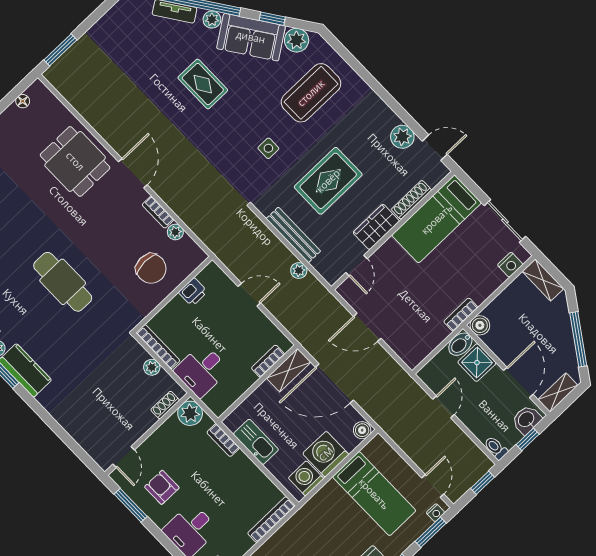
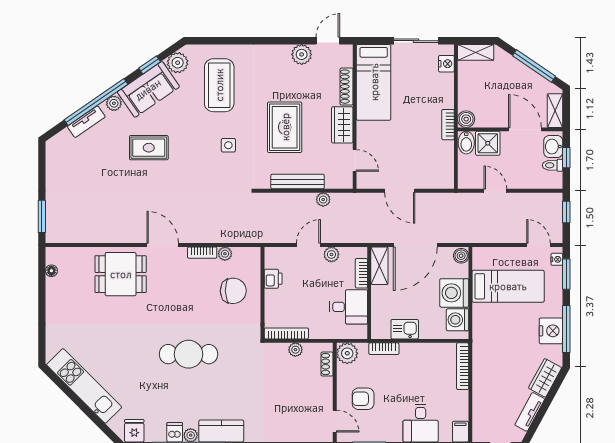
plant: (260, 321) -> (331, 254), added
door: (367, 327) -> (400, 191), hinge flipped
desk: (201, 370) -> (349, 307), moved, turned -90
kitchen sink: (256, 442) -> (405, 329), width x0.73
toilet: (496, 448) -> (553, 165), moved
armchair: (162, 487) -> (363, 399), moved

